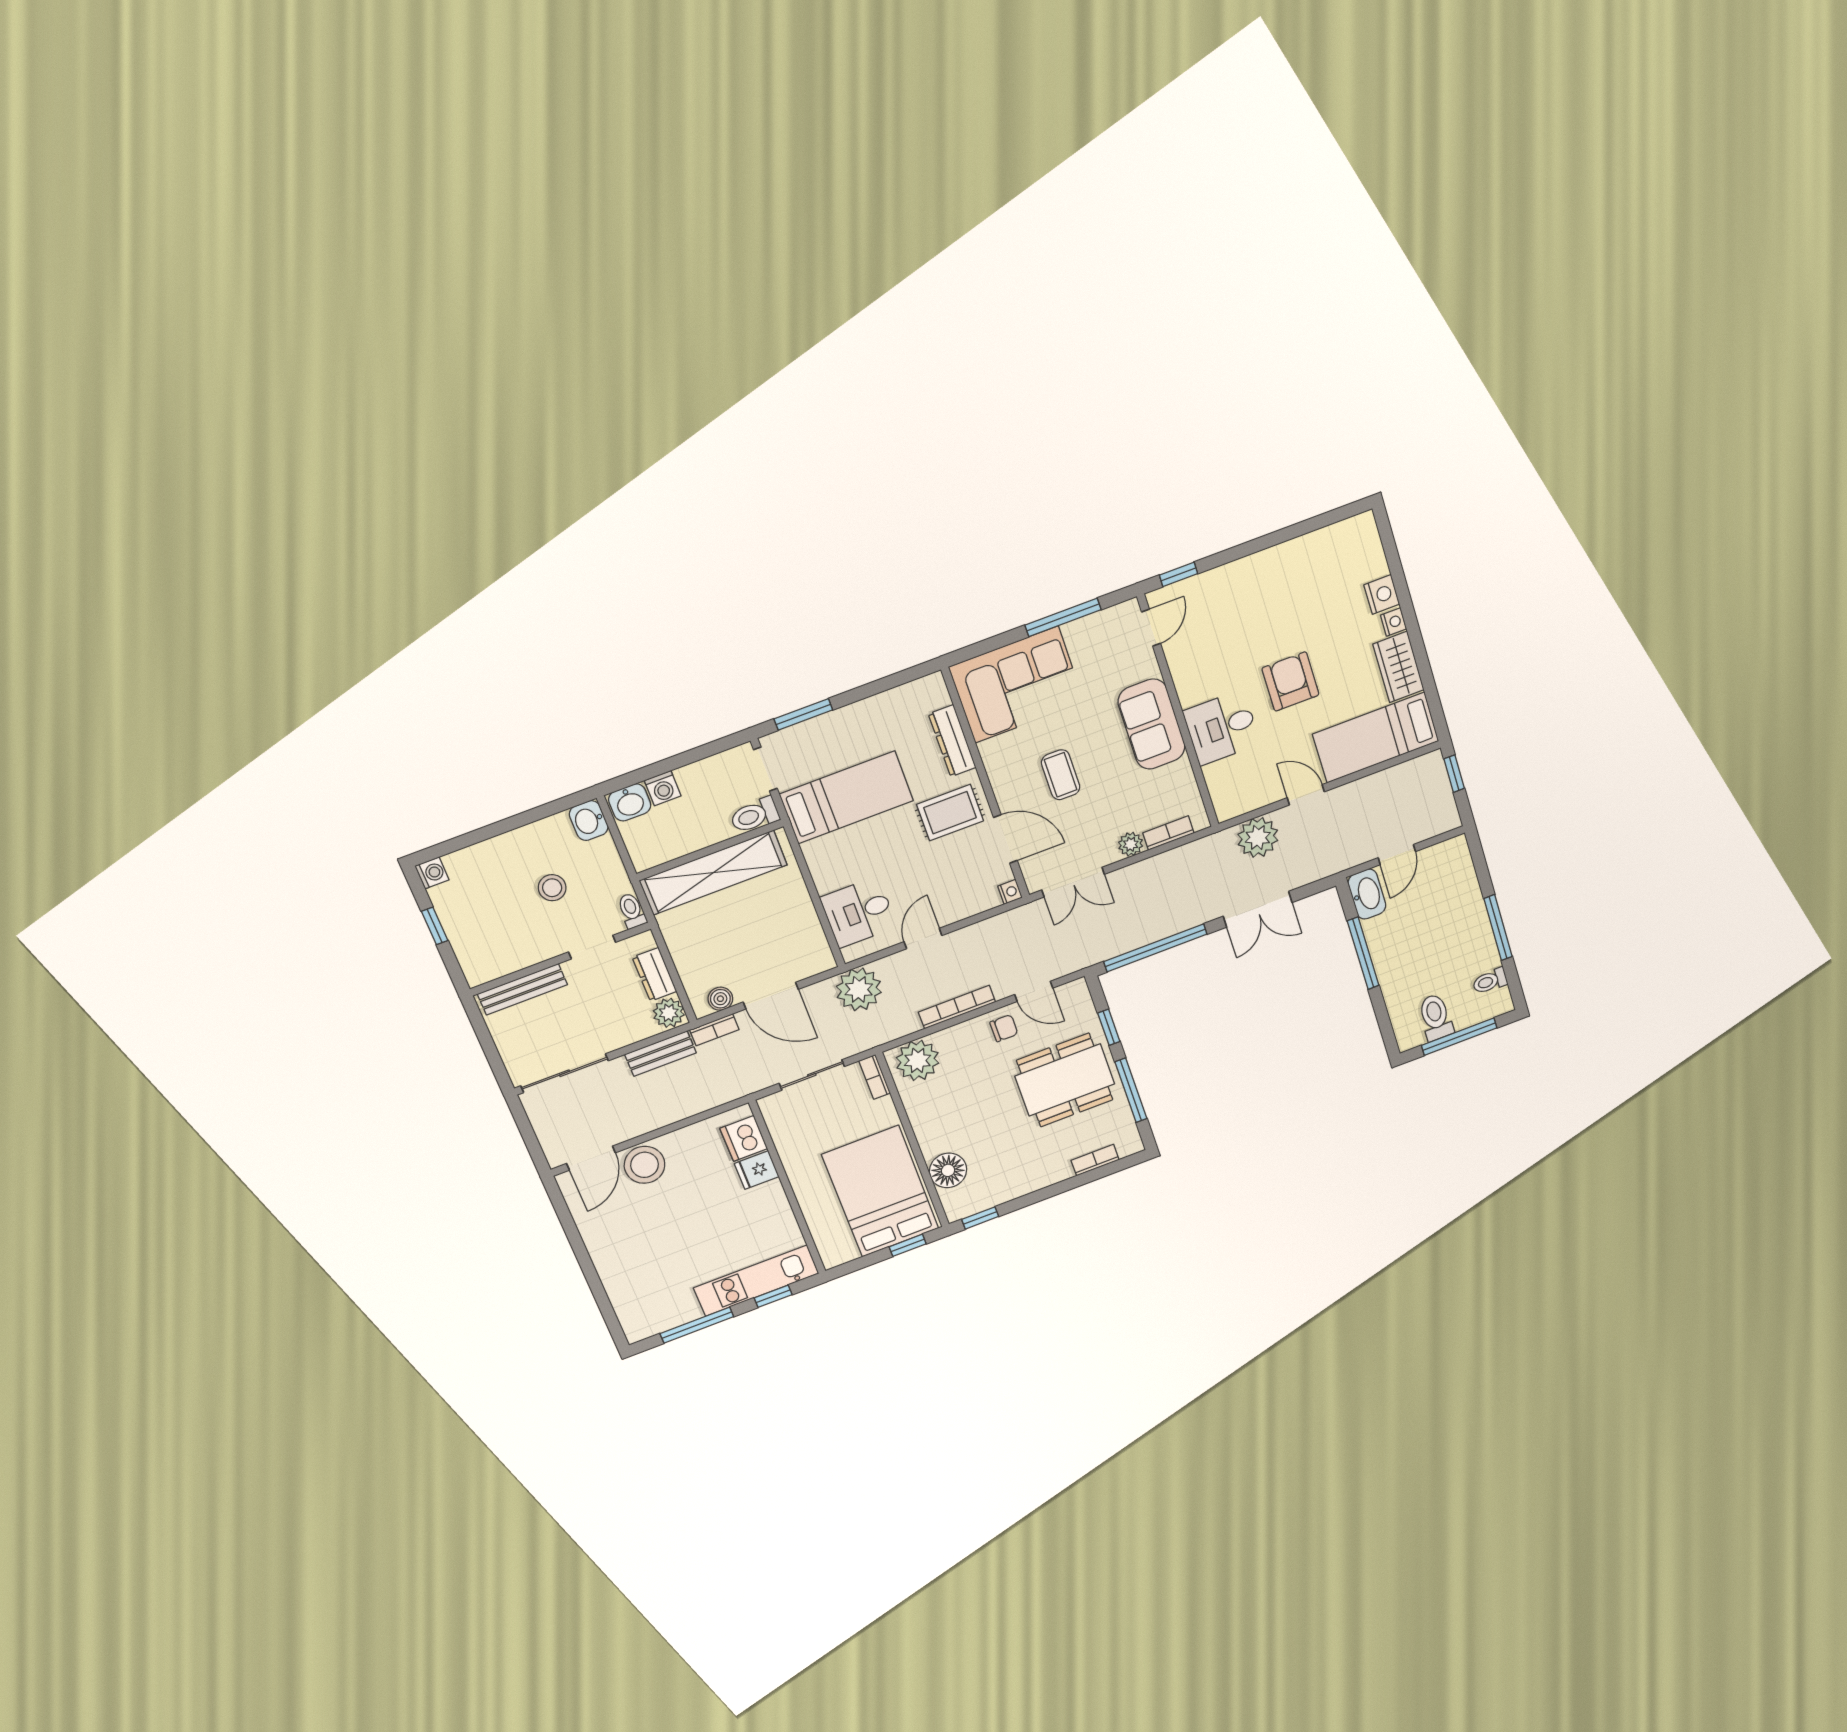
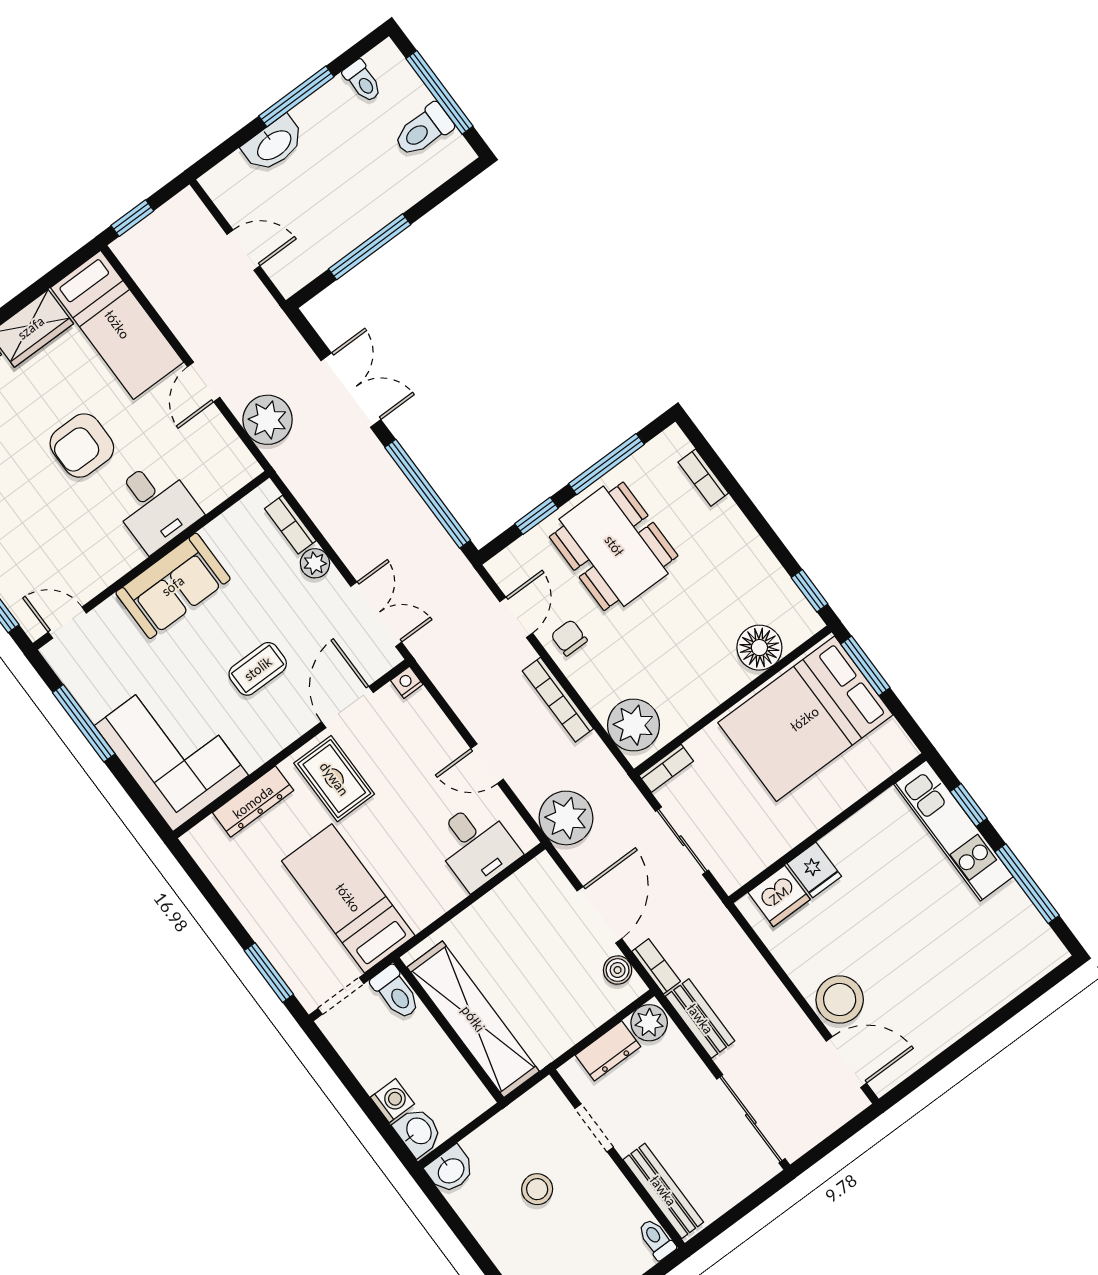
washbasin: (1367, 894) -> (274, 144), moved, turned 180
toilet: (632, 911) -> (656, 1239), moved, turned 90
window: (908, 1245) -> (865, 666), width x1.50

